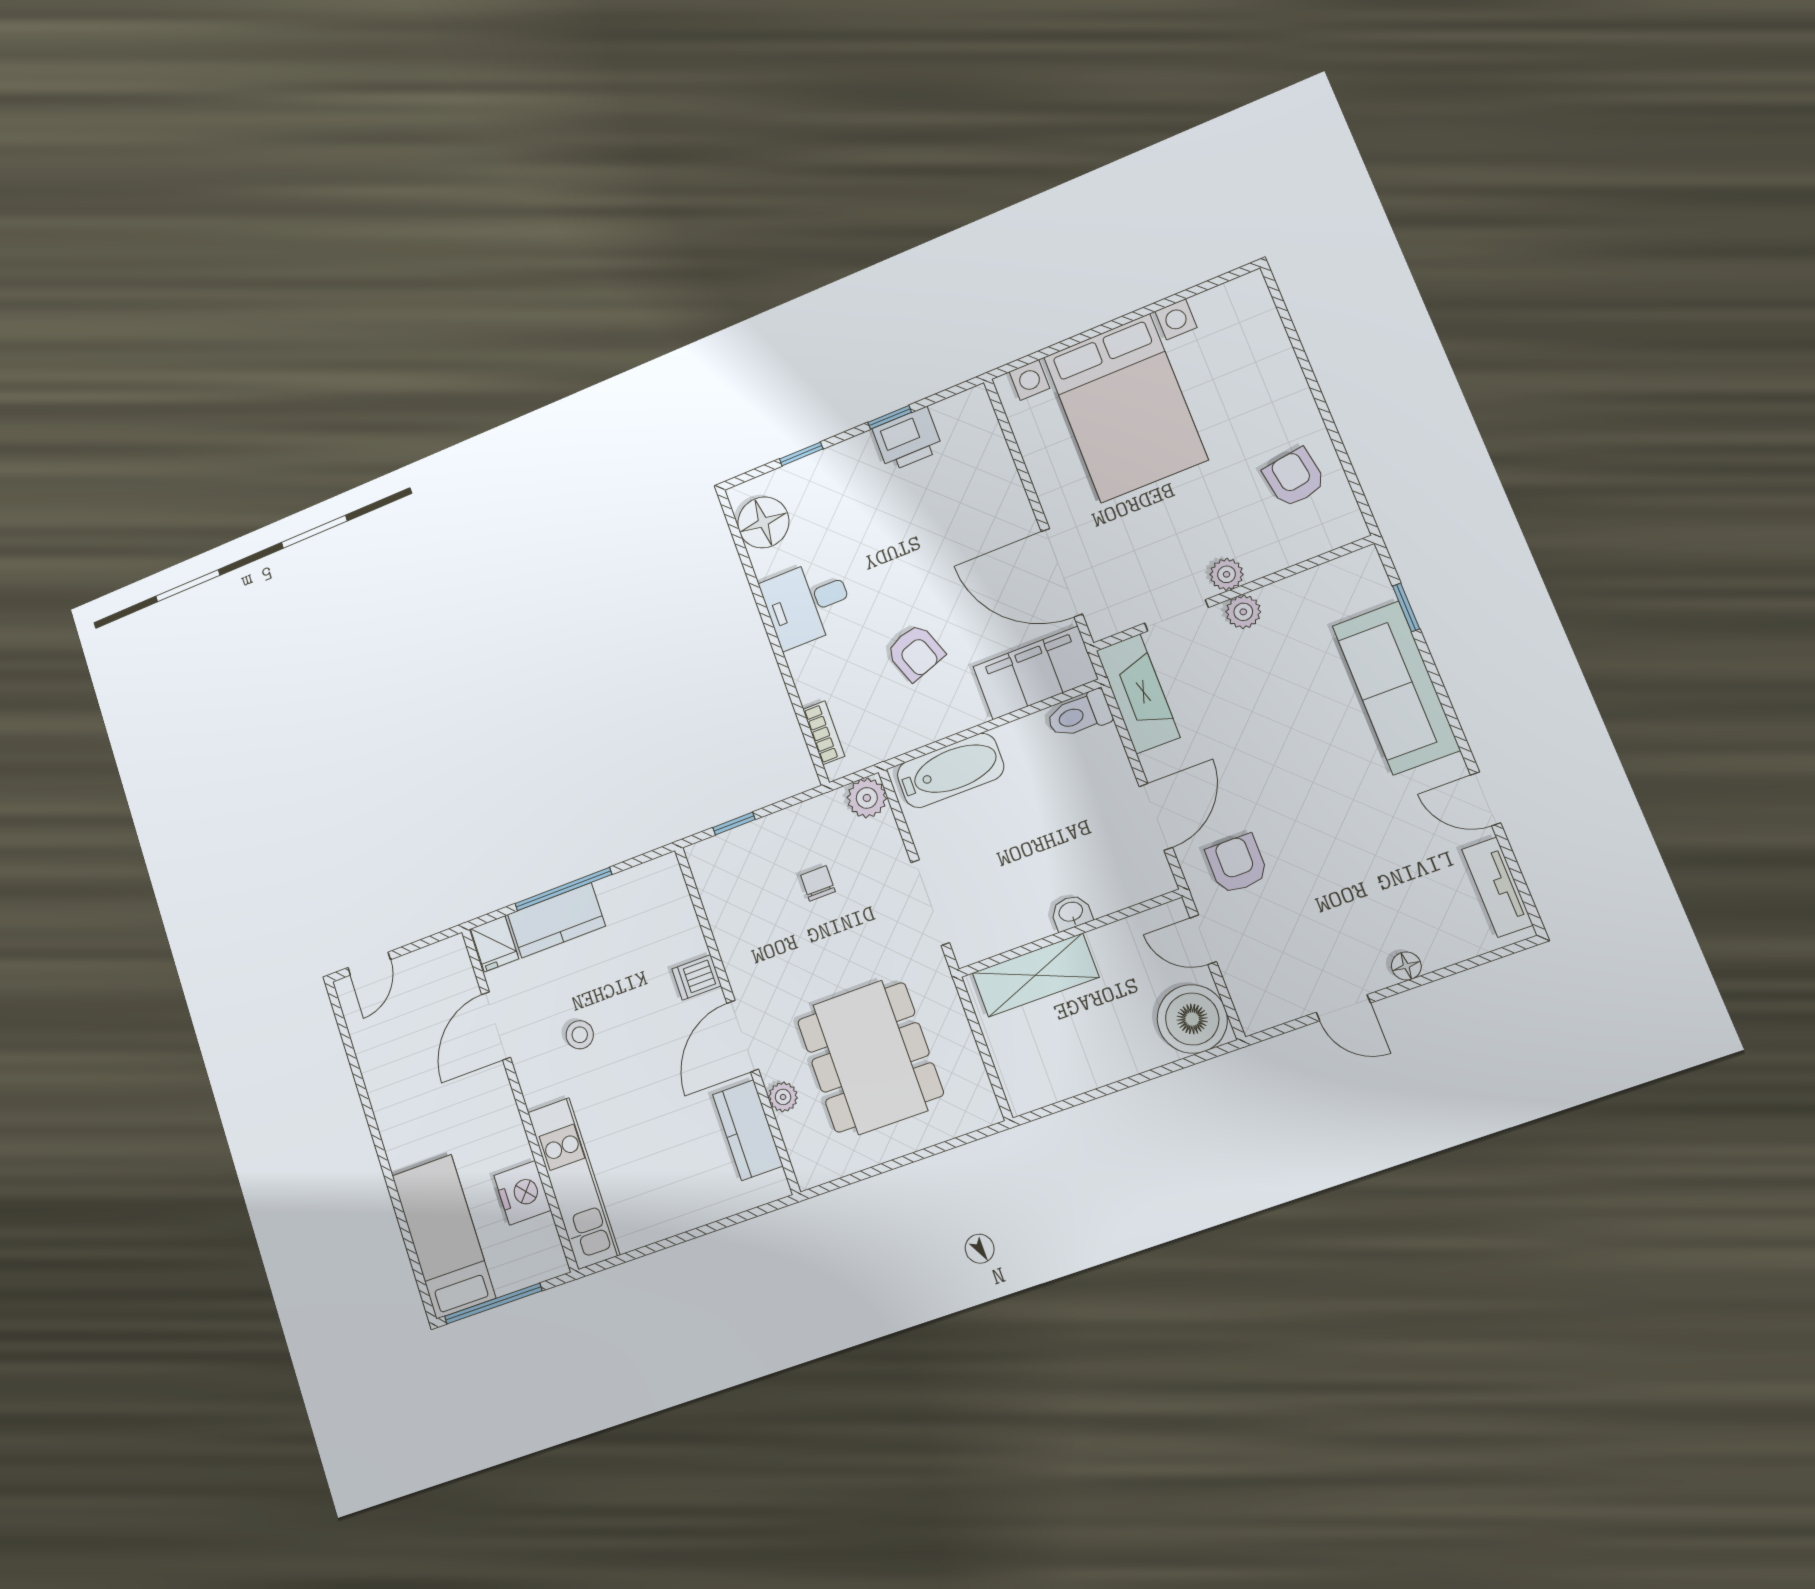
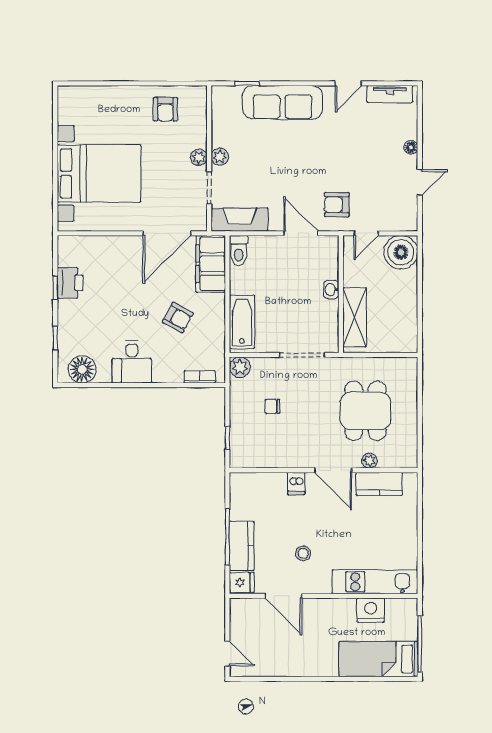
armchair: (1294, 478) -> (165, 109), turned -81
armchair: (915, 652) -> (178, 318), turned 49
dining table: (870, 1057) -> (365, 411), width x0.73

